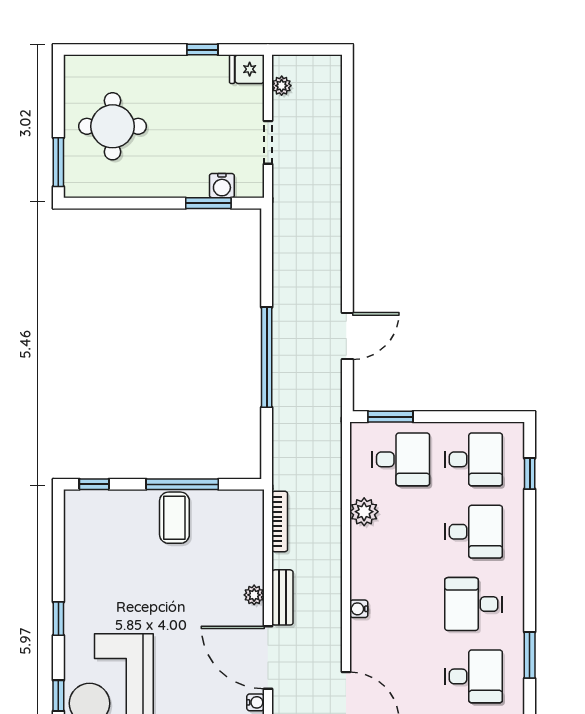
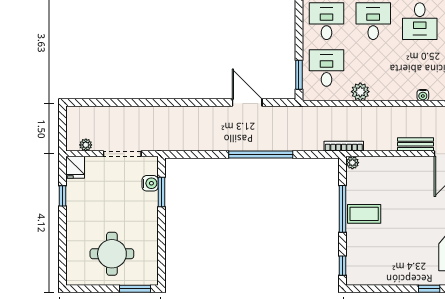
doorway: (268, 142) -> (122, 154), width x1.38
bookcase: (280, 521) -> (344, 146), moved
plant: (254, 595) -> (352, 163), moved

